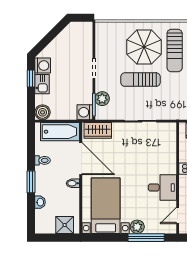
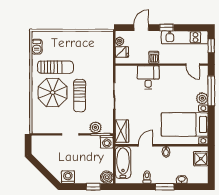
window: (31, 79) -> (93, 187), moved
kitchen sink: (42, 84) -> (83, 178), removed
door: (81, 159) -> (146, 145), width x0.53
desk: (162, 187) -> (148, 77), moved

